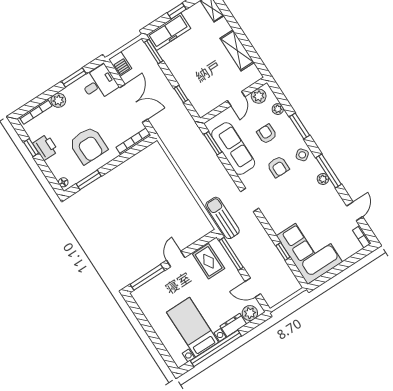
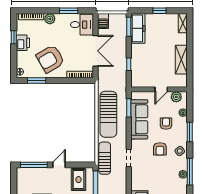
freezer: (169, 32) -> (138, 28), moved, turned -90
armchair: (88, 145) -> (50, 59), turned 60
sun lounger: (195, 166) -> (108, 114), added

